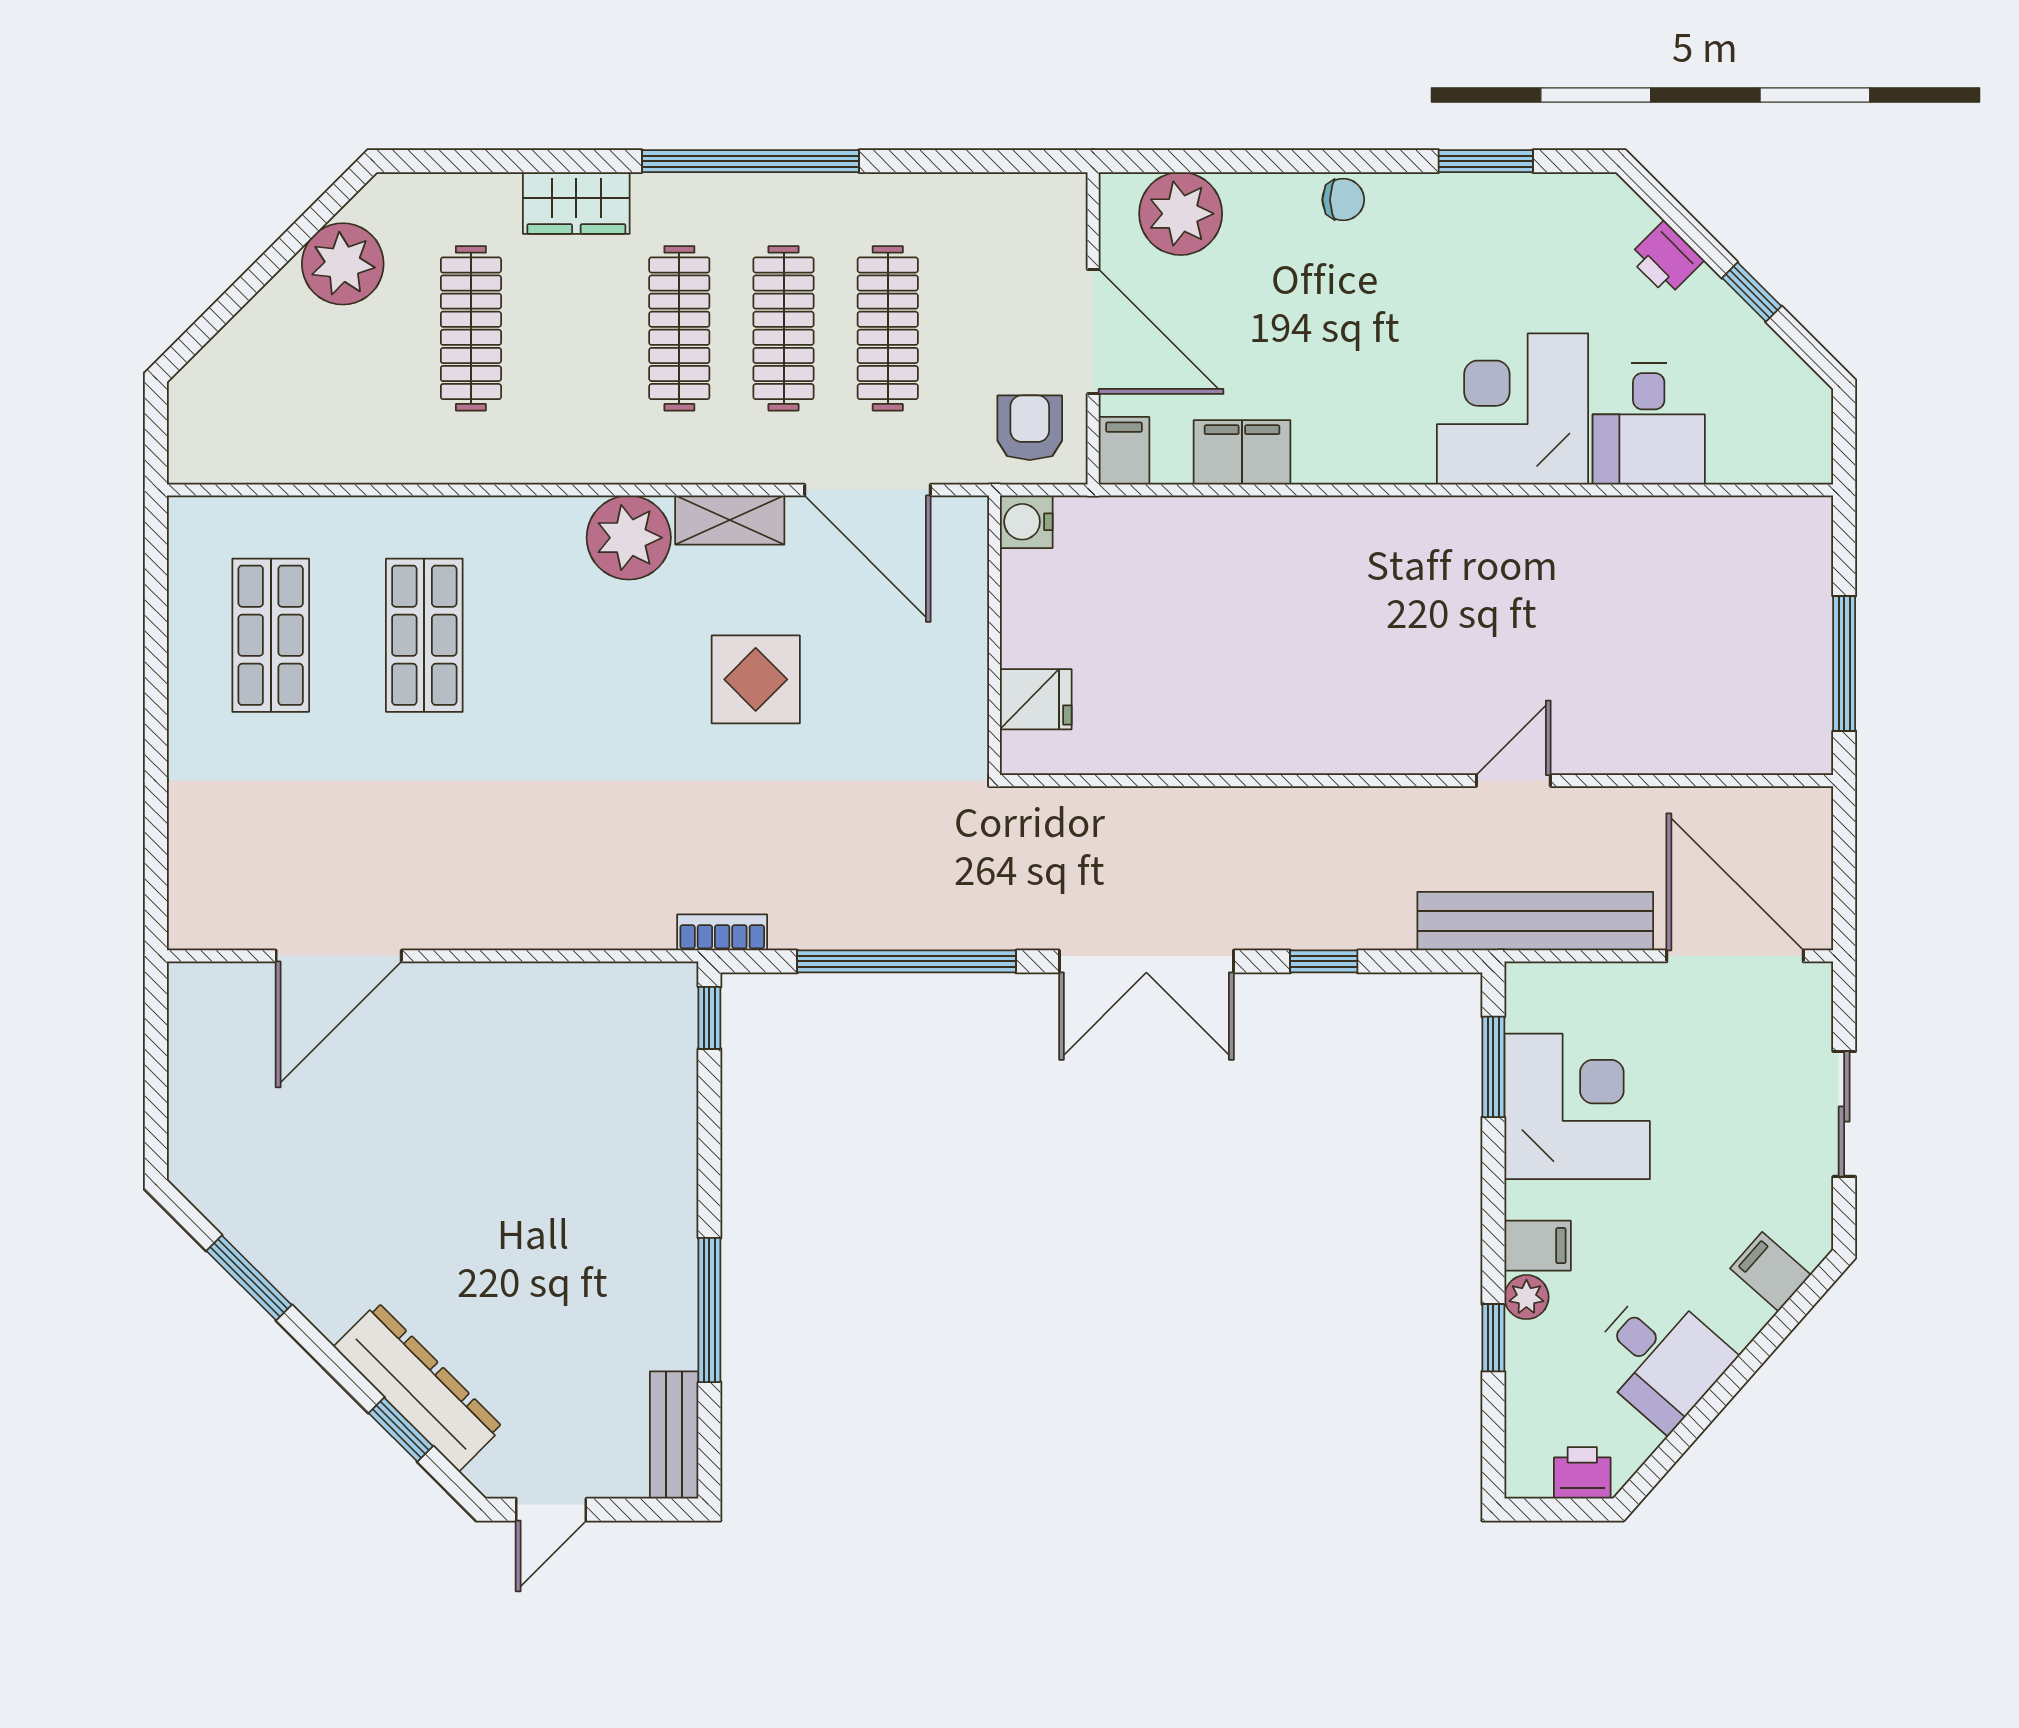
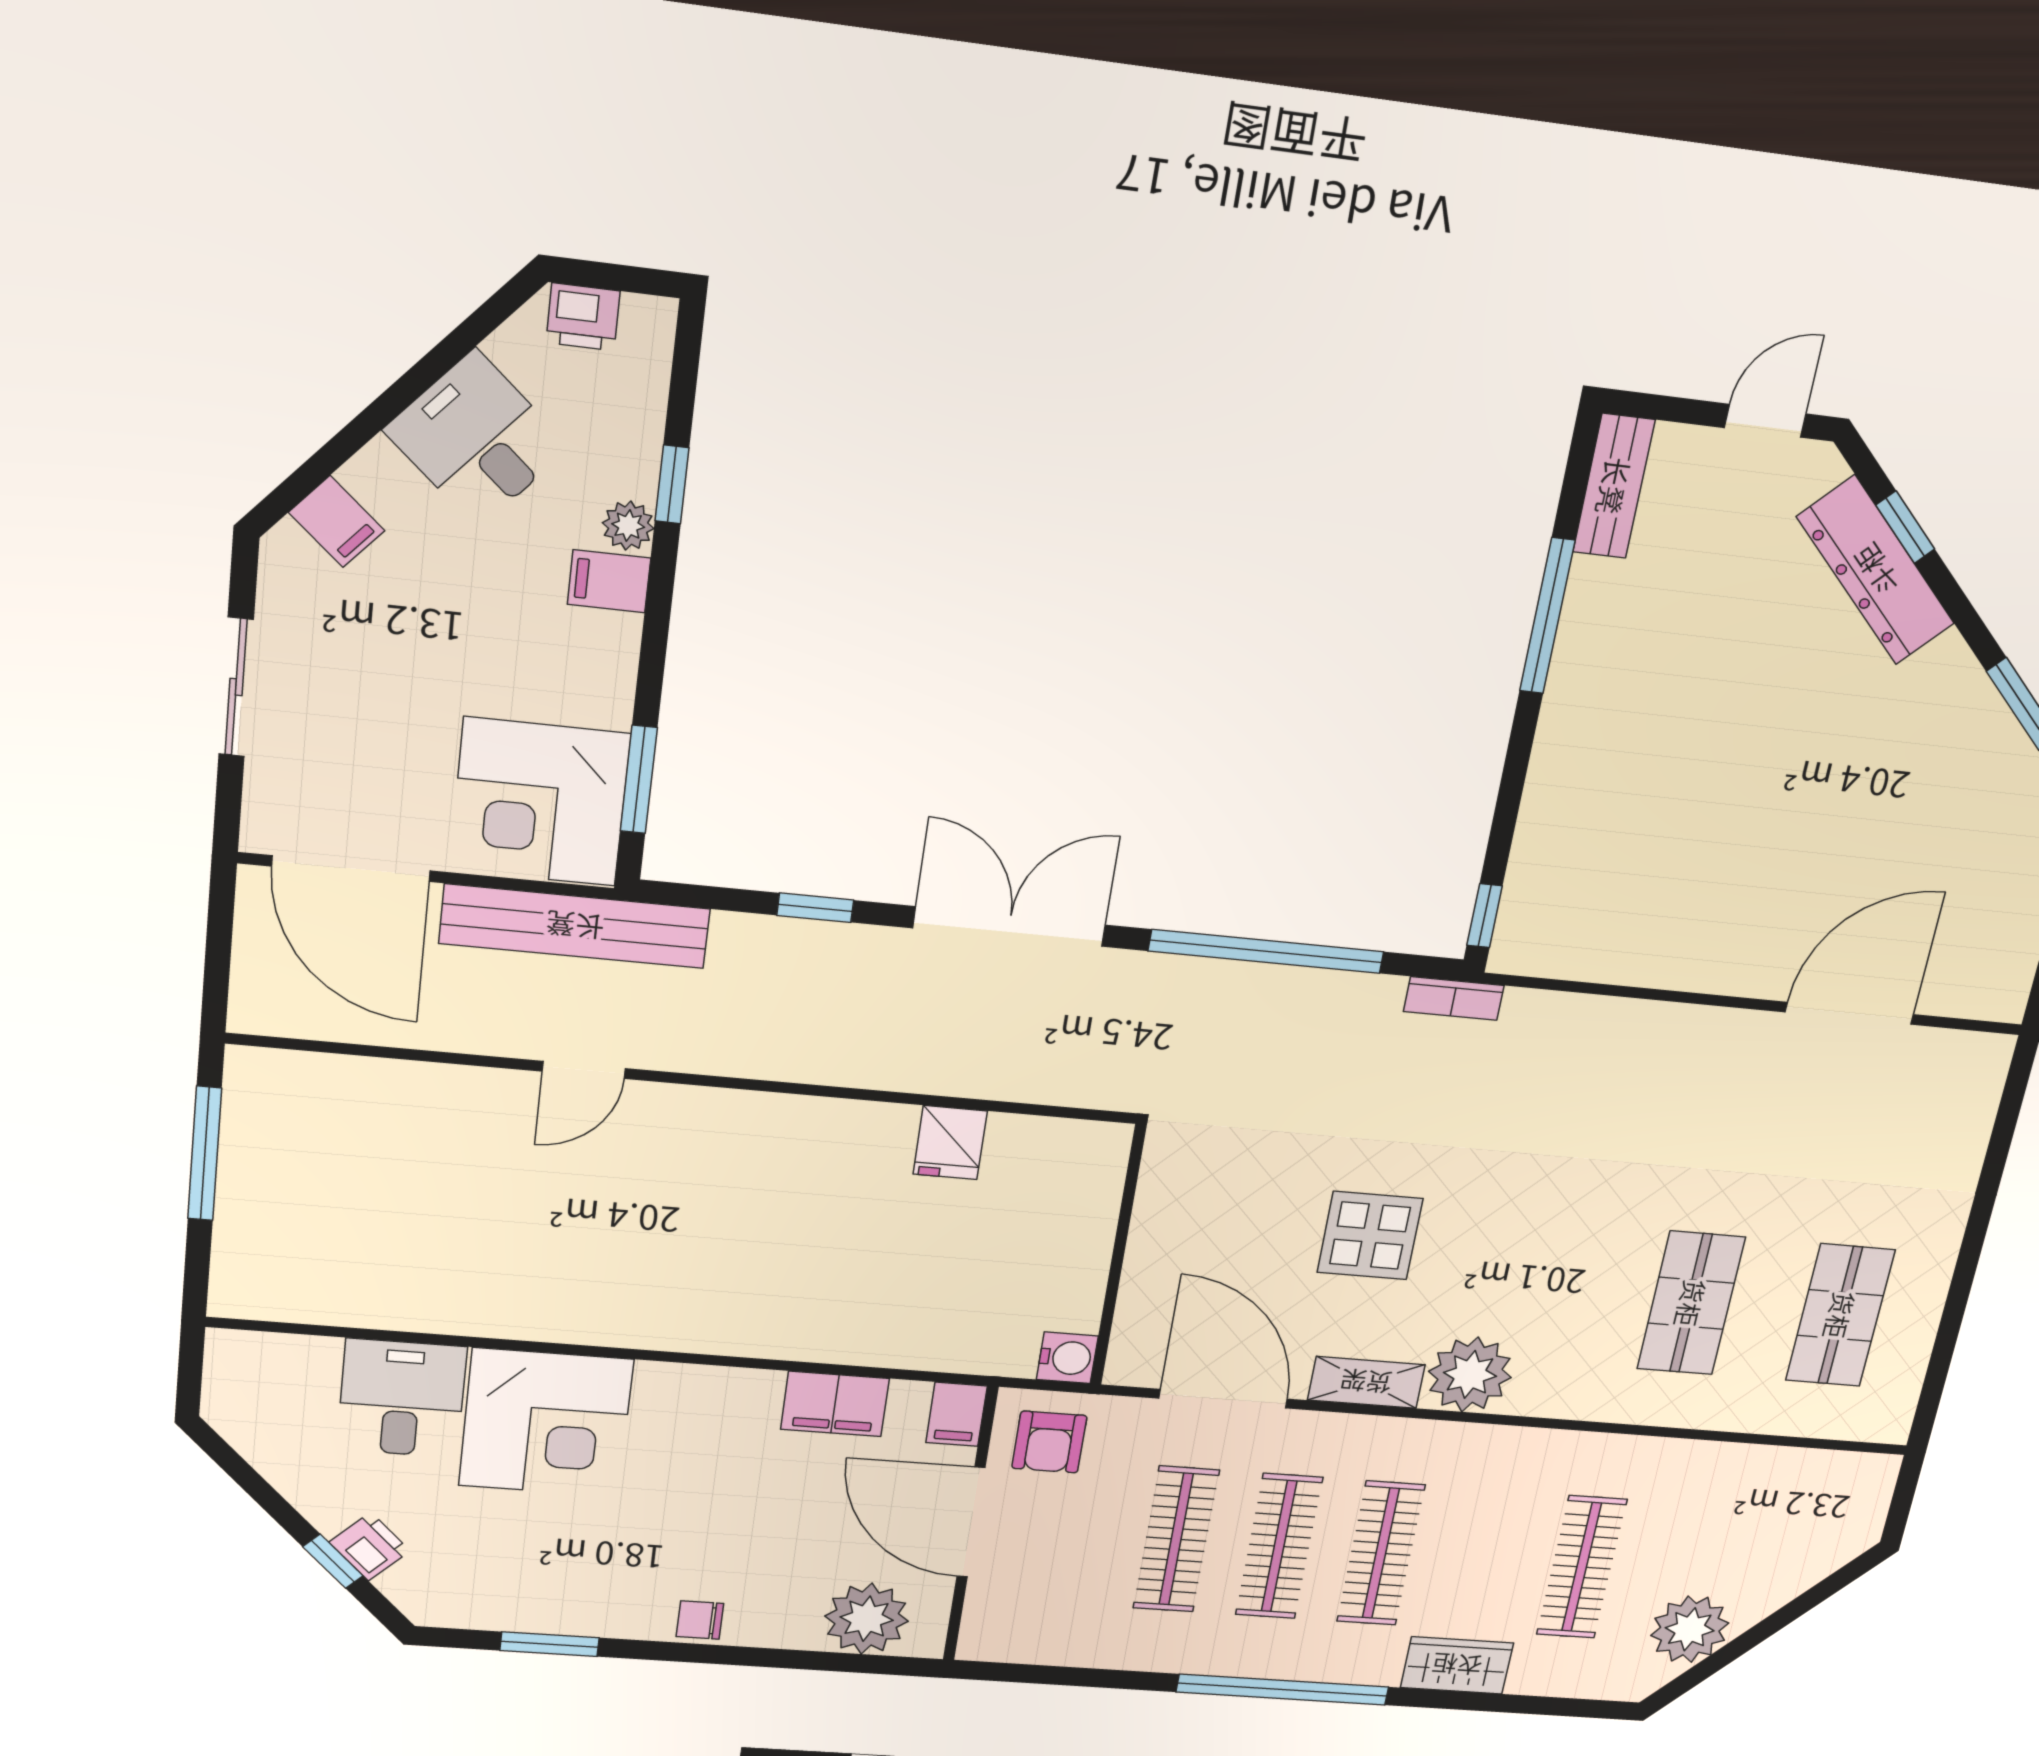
window: (1752, 292) -> (333, 1561), moved
fridge: (1036, 699) -> (950, 1143), moved, turned -90
corner desk: (1577, 1106) -> (540, 802), moved

